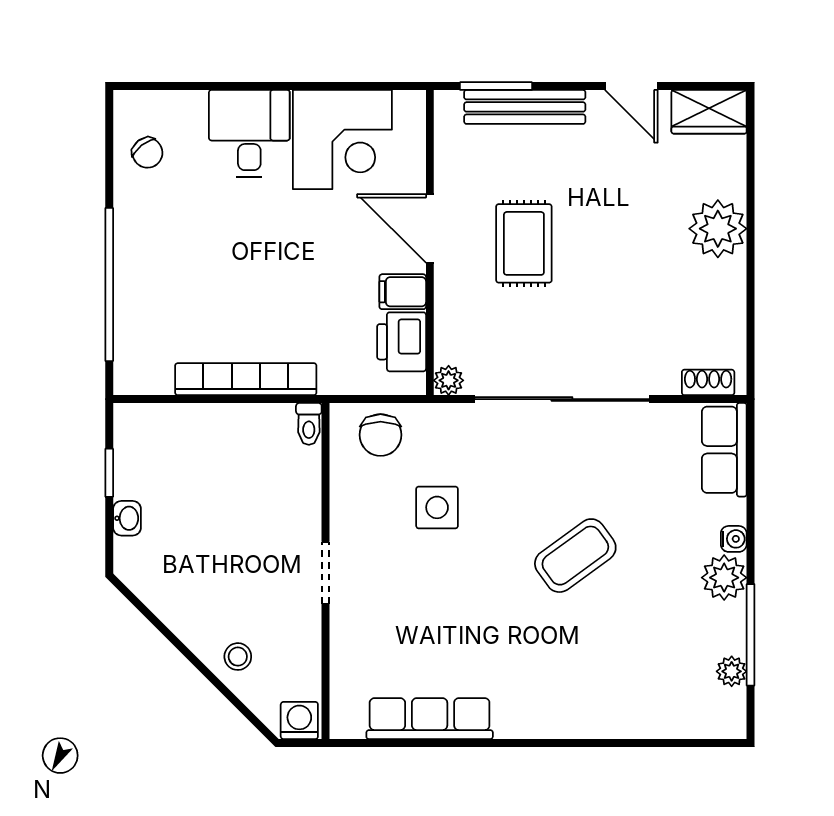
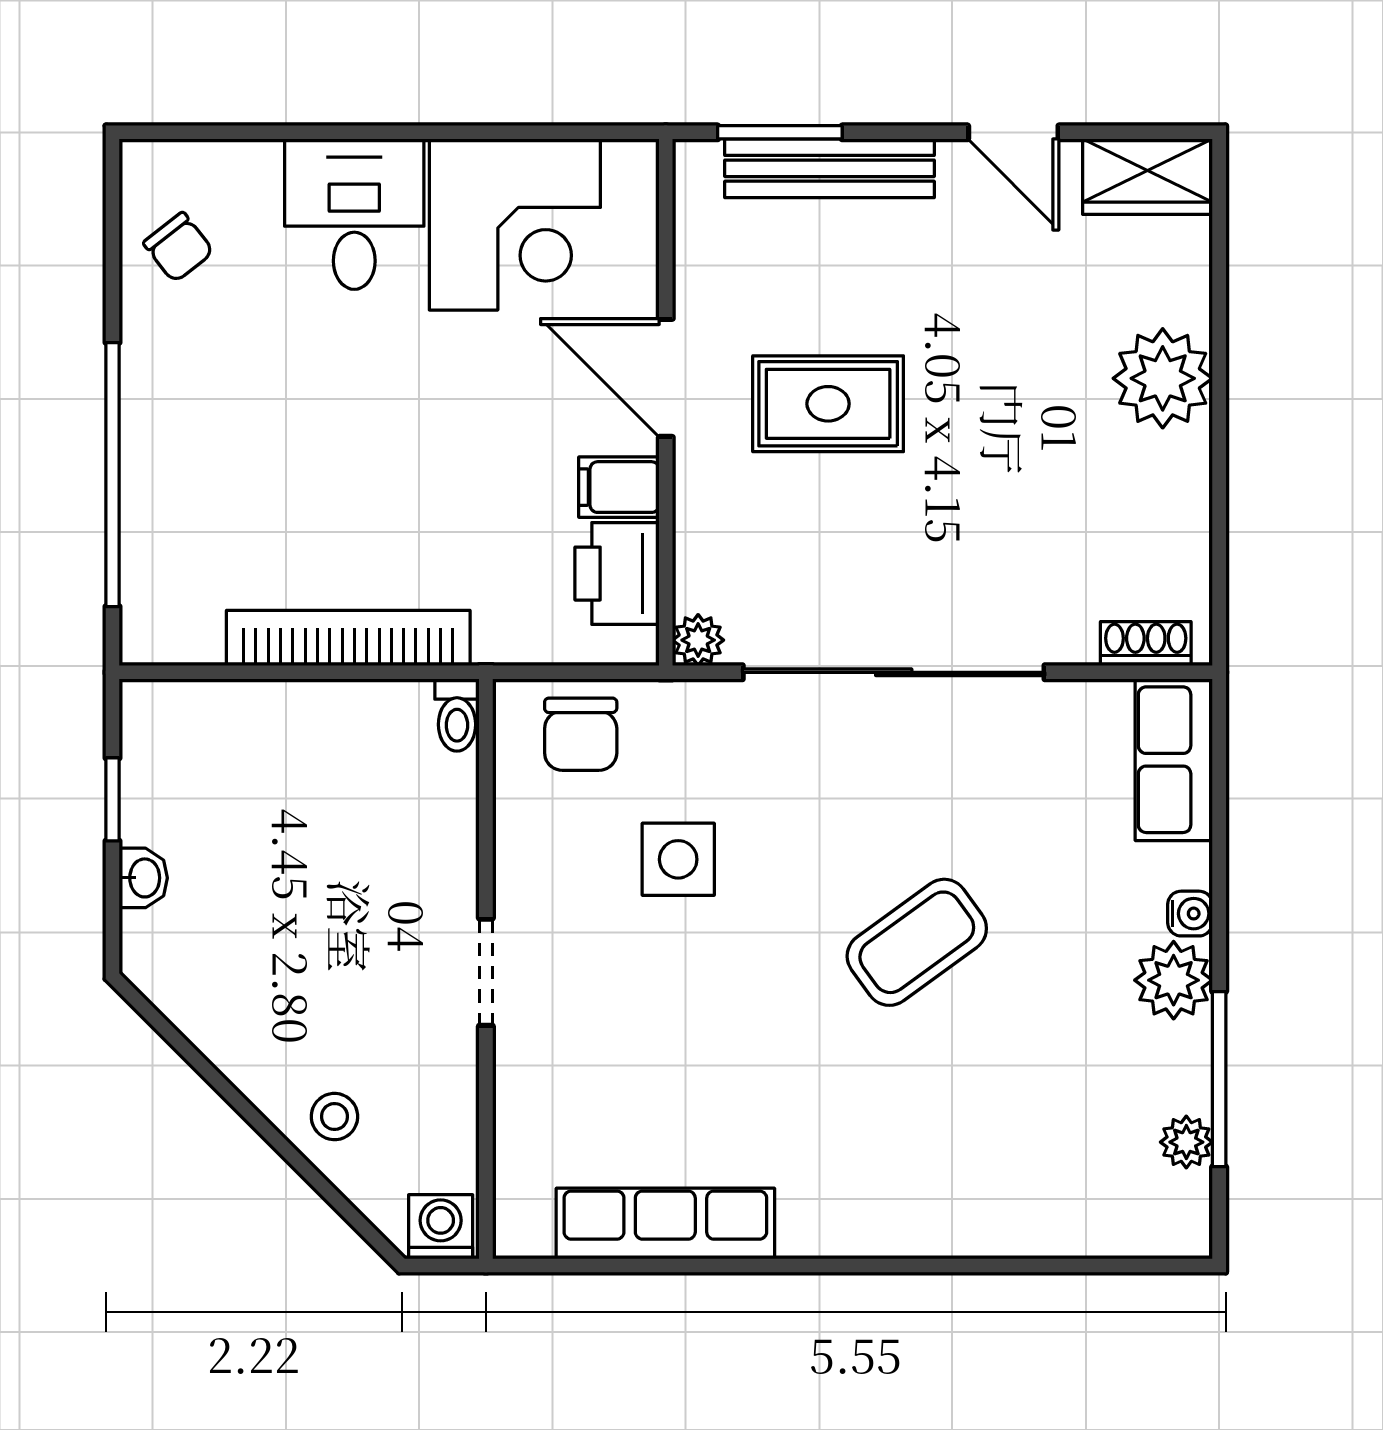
rug: (524, 243) -> (828, 404), turned 90

